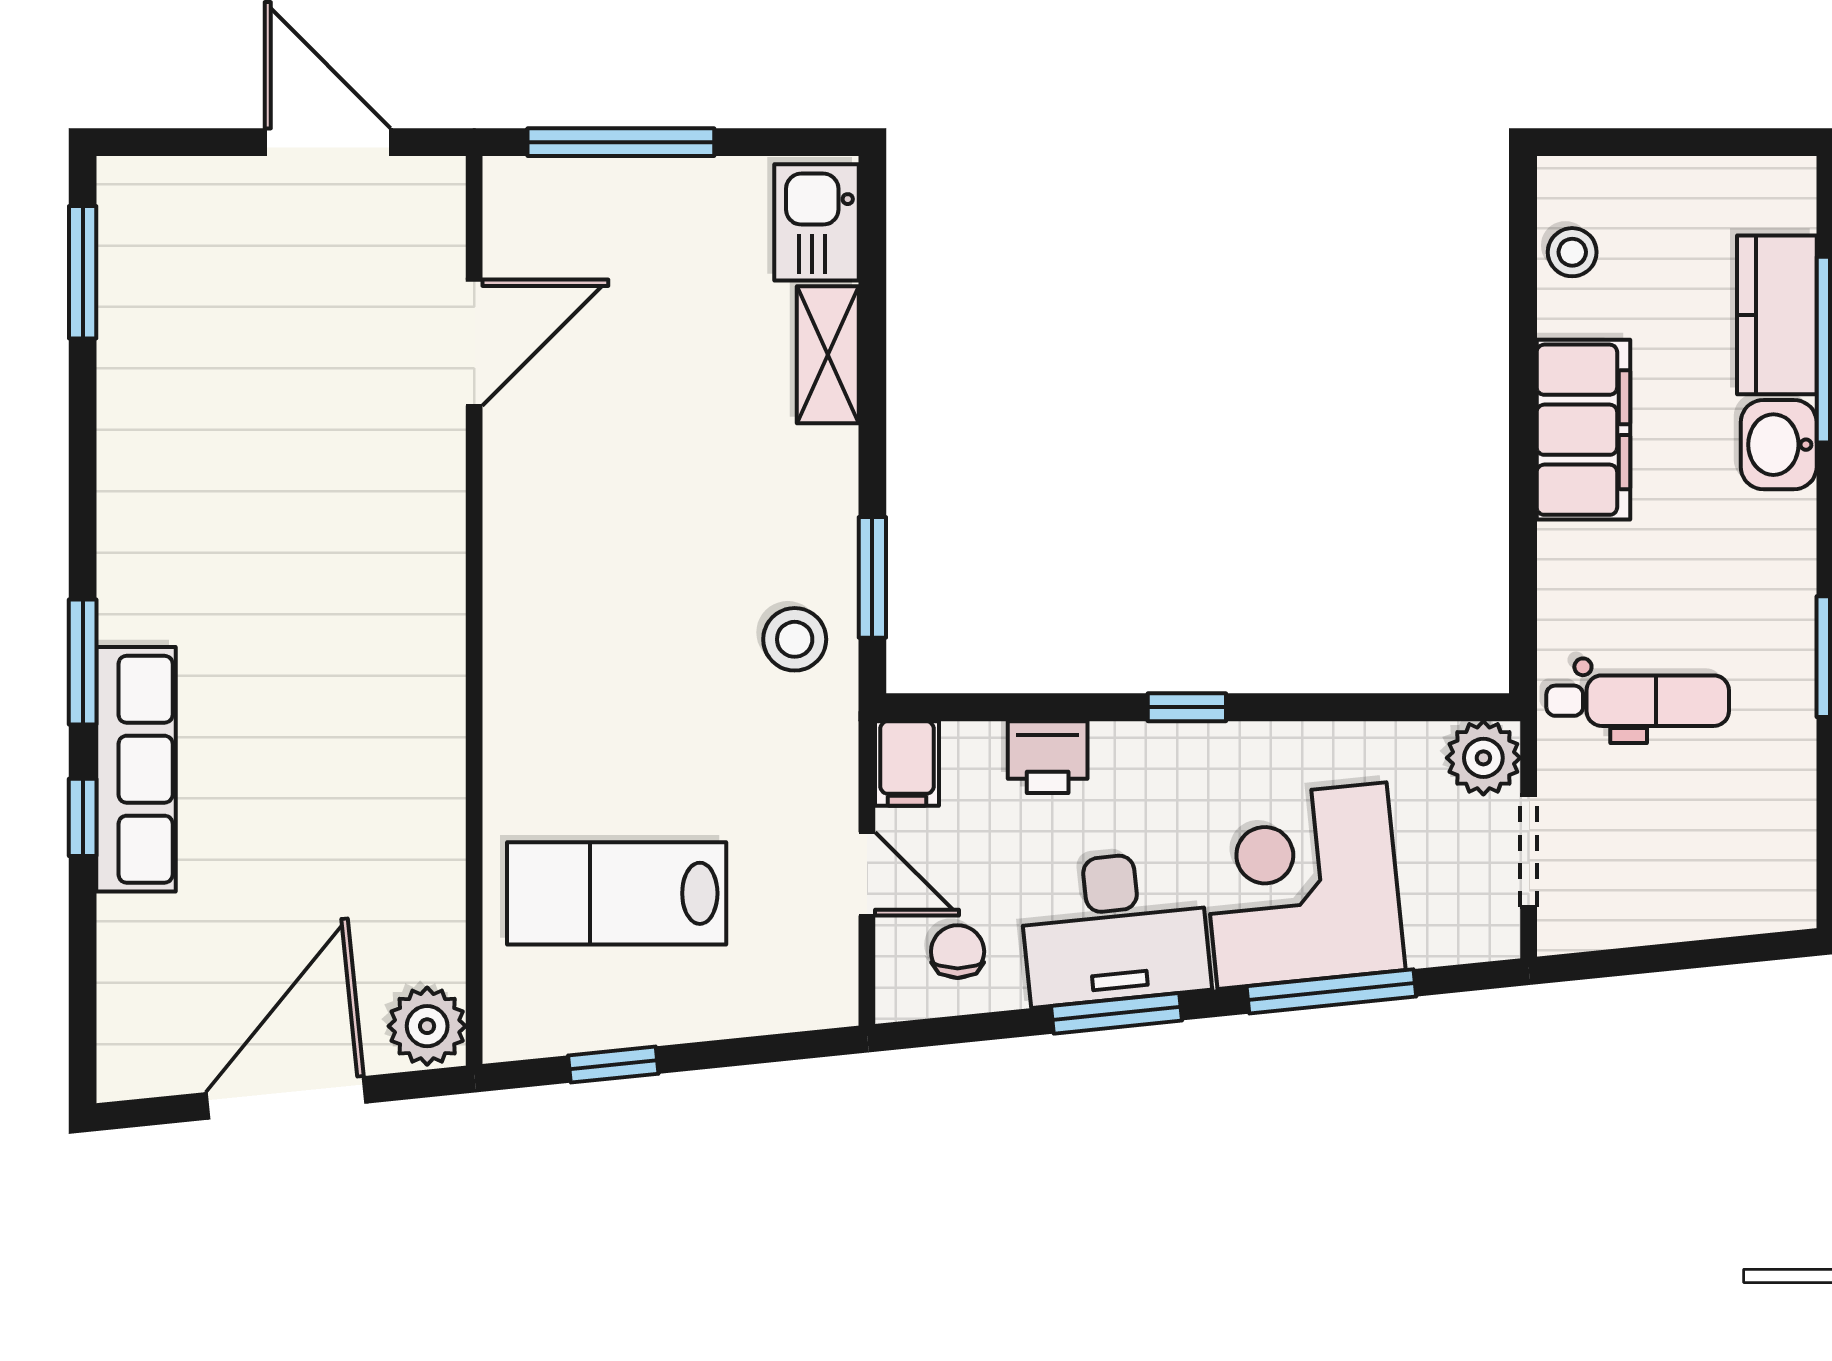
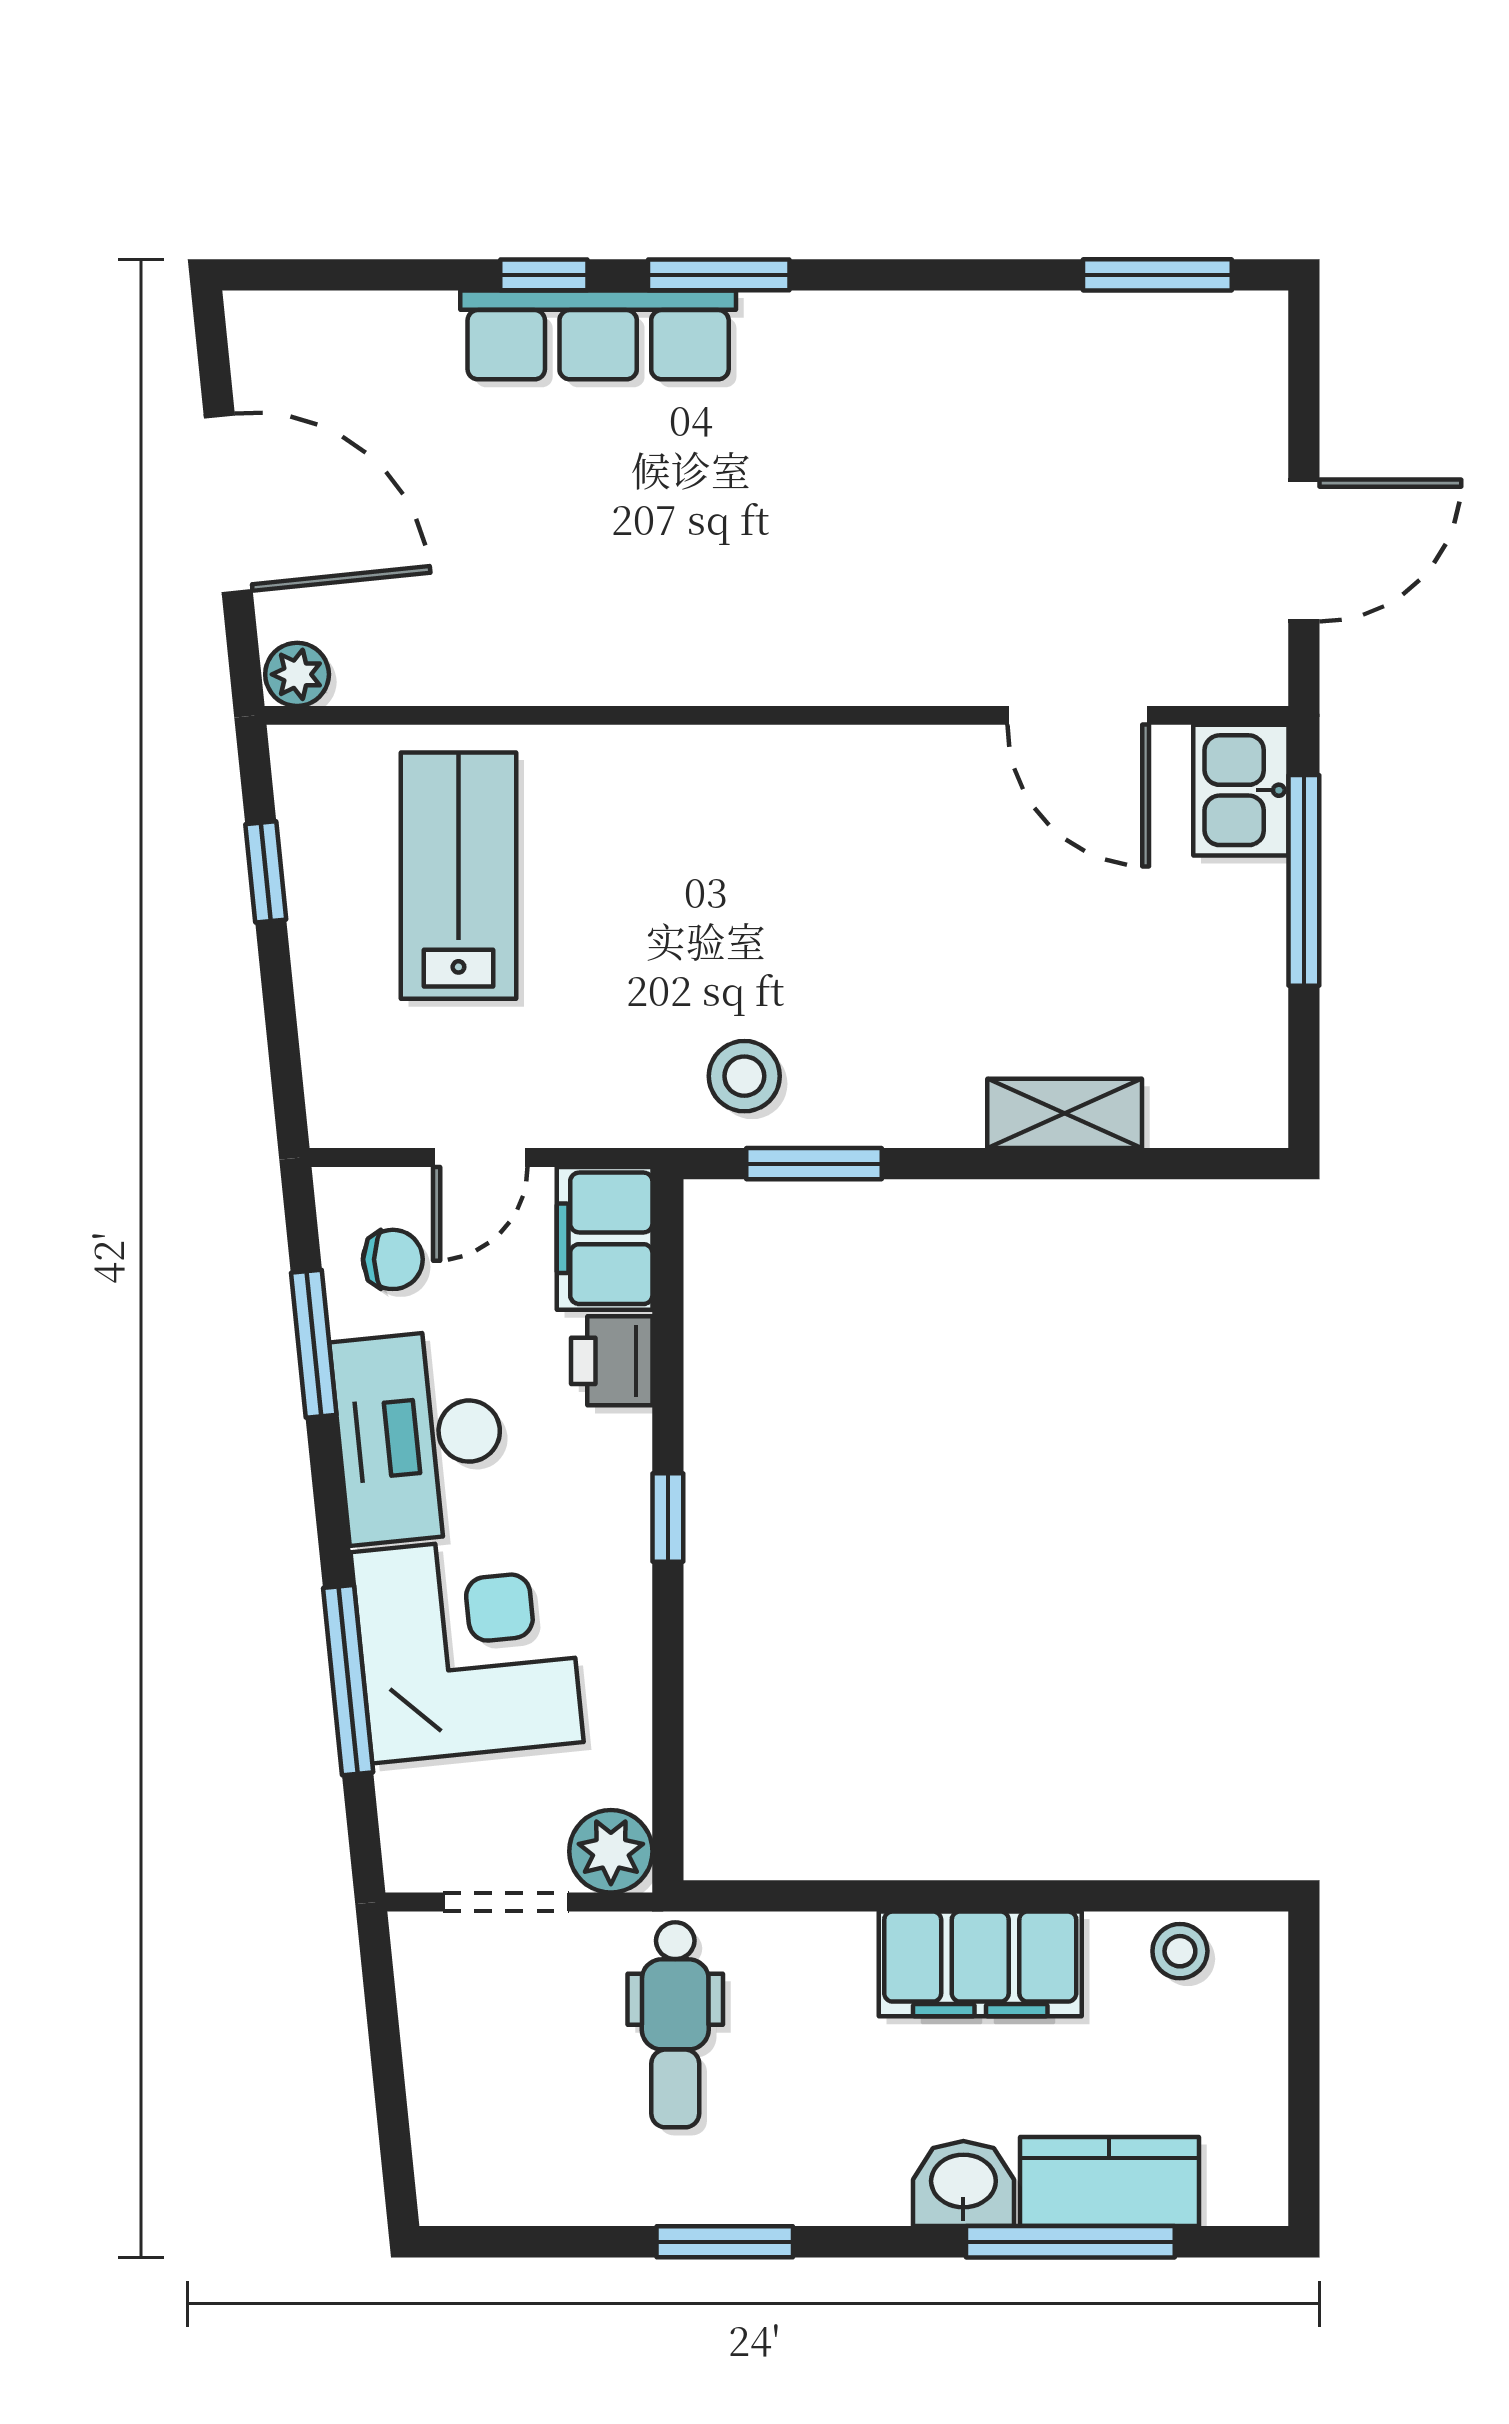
kitchen sink: (816, 222) -> (1241, 790), moved, turned -90
filing cabinet: (907, 763) -> (605, 1238), width x2.00
window: (1117, 1013) -> (314, 1344), moved
plant: (427, 1026) -> (297, 674), width x0.73, depth x0.73

